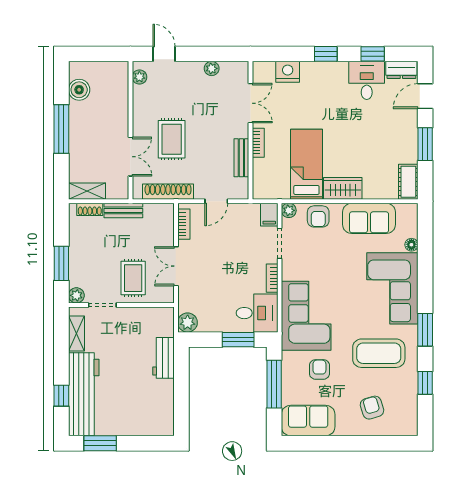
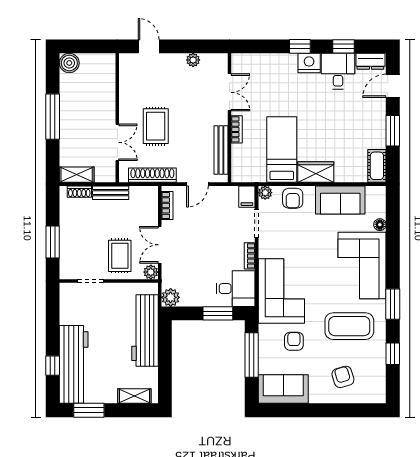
nightstand: (288, 72) -> (309, 63), moved
plant: (139, 77) -> (126, 68), removed
boiler: (79, 90) -> (69, 63), moved
bench: (241, 158) -> (221, 150), width x1.36
plant: (76, 295) -> (151, 272), moved
shelving: (76, 334) -> (134, 396), moved, turned 90
workbench: (164, 358) -> (145, 330), width x1.88, depth x1.32

